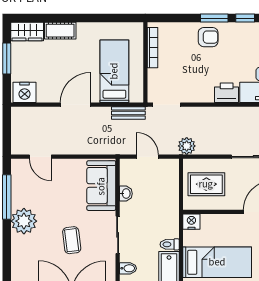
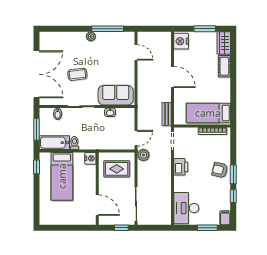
armchair: (208, 37) -> (220, 170), turned 103
bed: (114, 71) -> (208, 113), moved, turned 180
printer: (227, 93) -> (181, 167), moved
door: (40, 157) -> (136, 52), swing flipped
door: (147, 157) -> (136, 138), moved
rug: (206, 184) -> (117, 169), turned 90
plant: (24, 221) -> (91, 36), width x0.53, depth x0.53

